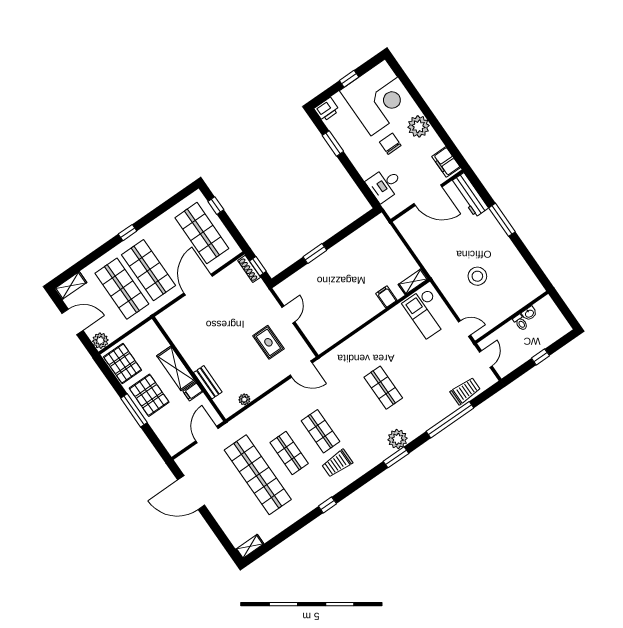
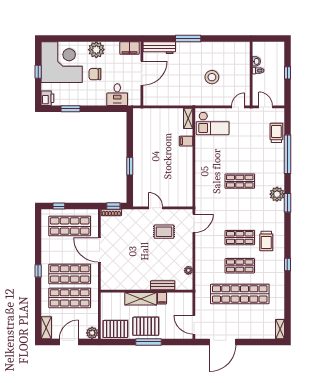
door: (207, 435) -> (194, 325), moved

